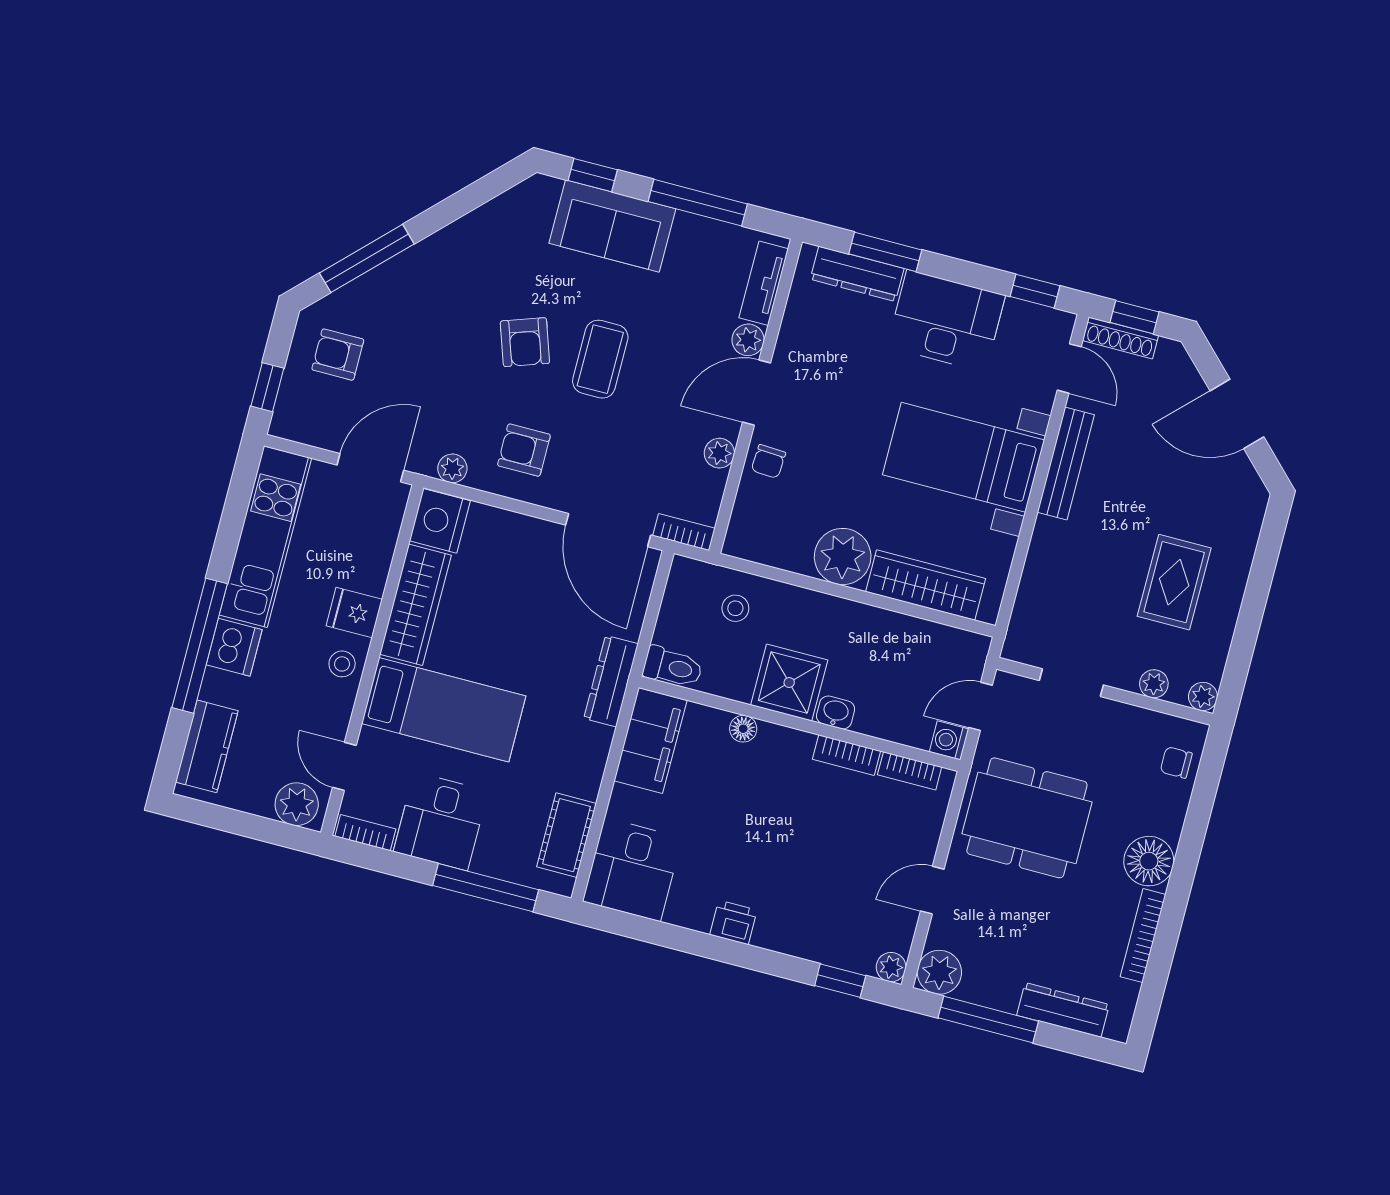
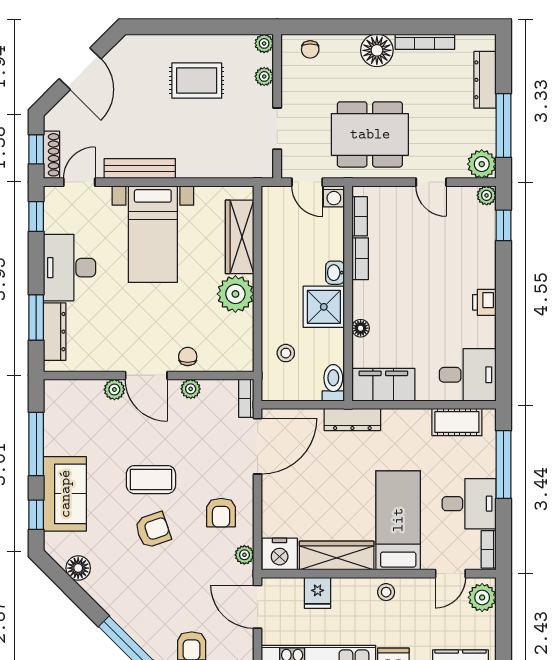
floor lamp: (497, 217) -> (78, 568), added
tv unit: (764, 283) -> (76, 389), removed
chair: (768, 461) -> (188, 357), turned -93
fridge: (354, 613) -> (318, 593), moved
dining table: (1027, 818) -> (370, 134), turned 90

